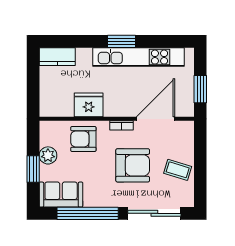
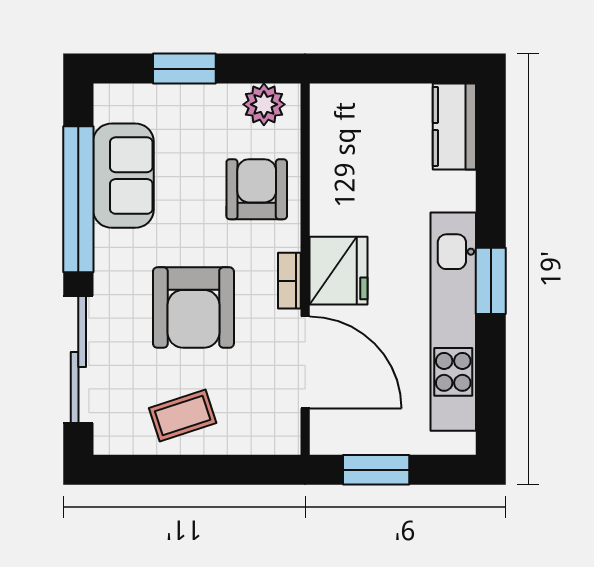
fridge: (89, 105) -> (338, 271), moved
plant: (48, 155) -> (264, 104), moved
coffee table: (178, 170) -> (183, 416), turned 55
sofa: (61, 195) -> (123, 176), moved

